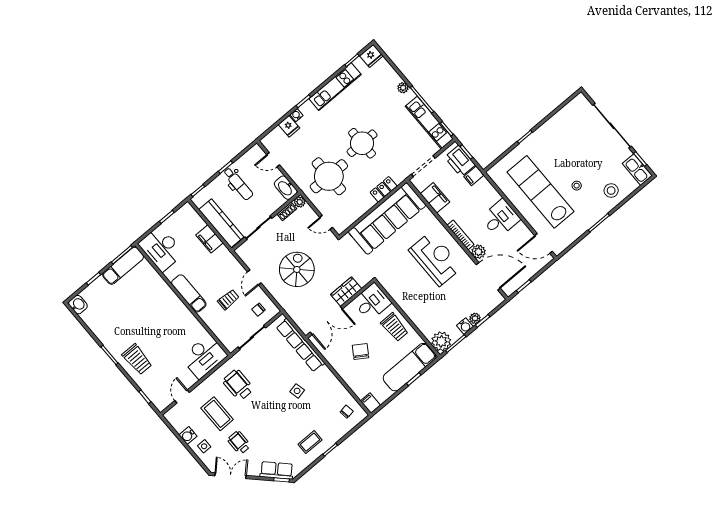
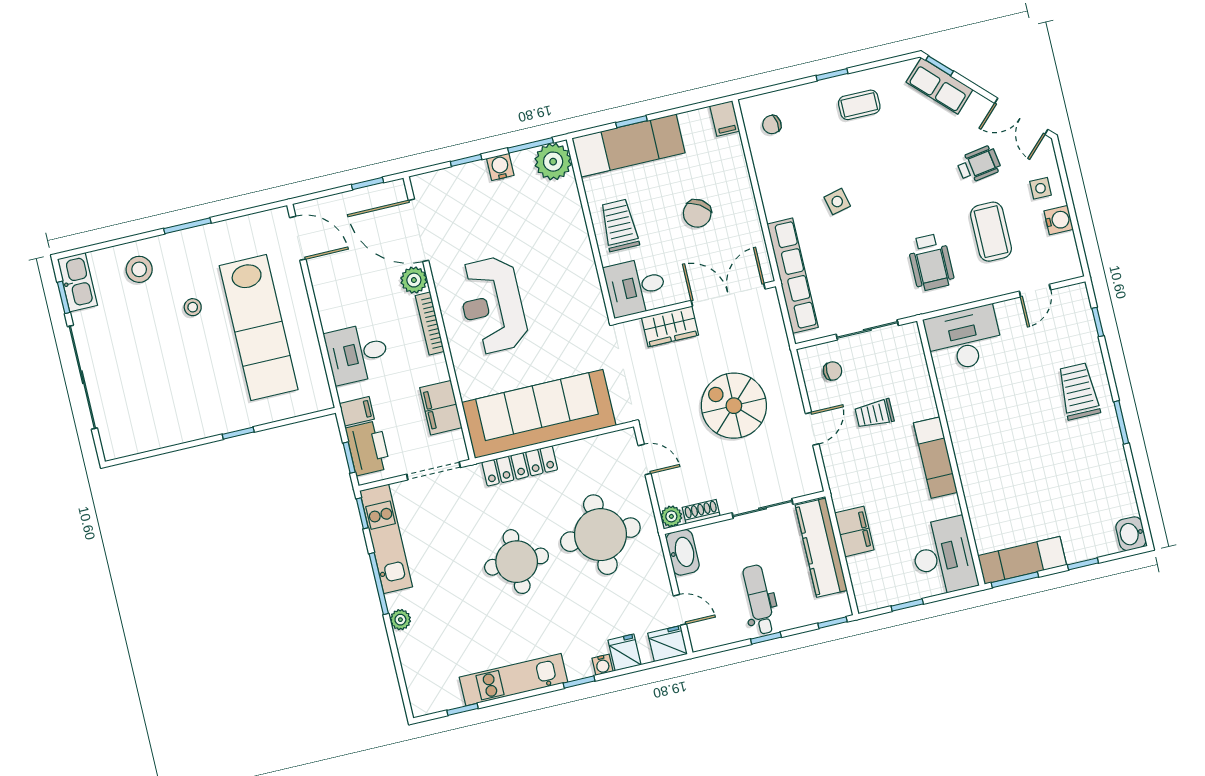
fridge: (371, 56) -> (668, 644), moved
locker: (384, 189) -> (520, 466), width x1.53
desk: (500, 218) -> (357, 354), moved
spiral stairs: (297, 269) -> (734, 406), turned 90
plant: (475, 318) -> (477, 171), removed
wheelchair: (239, 443) -> (979, 165), turned -99

